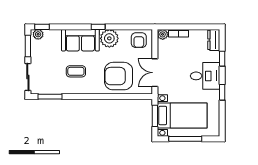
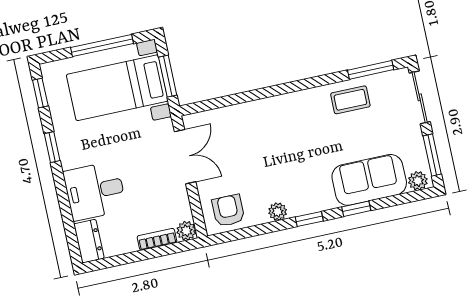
window: (42, 27) -> (356, 209), moved
plant: (109, 38) -> (278, 212), width x0.53, depth x0.53
sofa: (80, 40) -> (369, 180), moved
window: (222, 59) -> (40, 93), moved
coffee table: (76, 71) -> (350, 100), moved
armchair: (119, 76) -> (251, 135), removed
desk: (205, 76) -> (95, 191), moved

